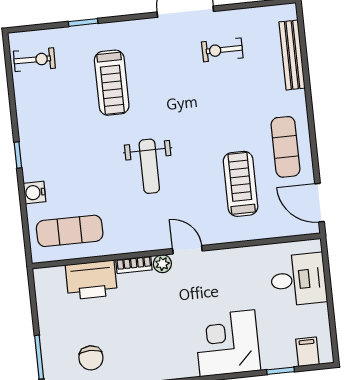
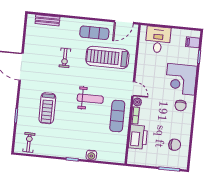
exercise bike: (222, 50) -> (65, 58), moved
bench: (292, 55) -> (47, 20), width x0.73
treadmill: (112, 83) -> (47, 108), turned 90
treadmill: (241, 184) -> (107, 57), width x1.37, depth x1.38
exercise mat: (70, 231) -> (117, 116), moved
door: (187, 250) -> (133, 89), swing flipped
chair: (173, 353) -> (181, 105), added

